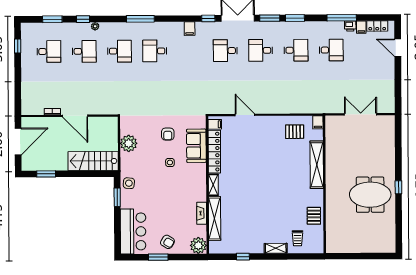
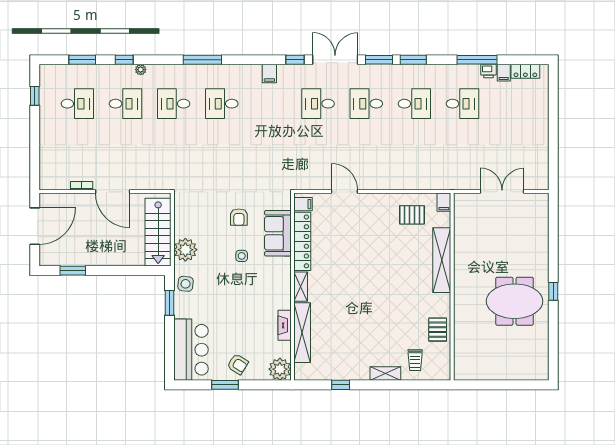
door: (398, 48) -> (553, 101), removed
desk: (119, 51) -> (174, 104), turned 180
plant: (129, 143) -> (185, 250), moved
stairs: (93, 161) -> (158, 232), moved, turned -90

